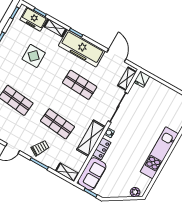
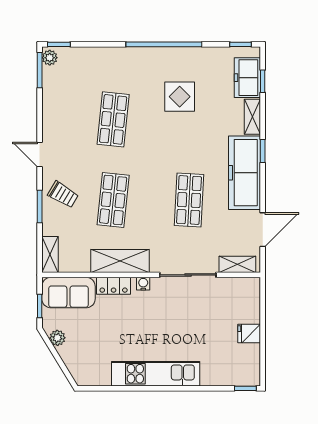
display table: (34, 56) -> (180, 97), moved
fridge: (142, 79) -> (249, 333), moved
plant: (135, 192) -> (57, 338), moved

